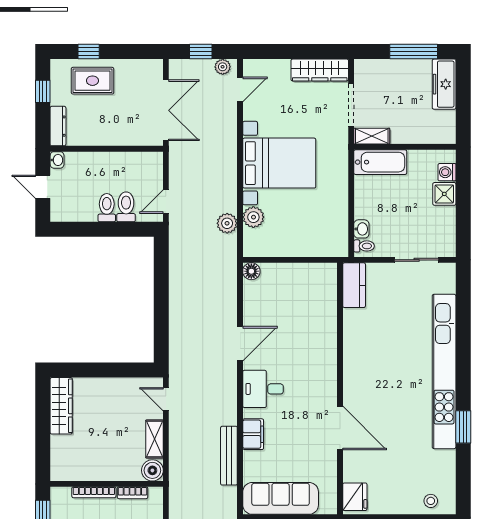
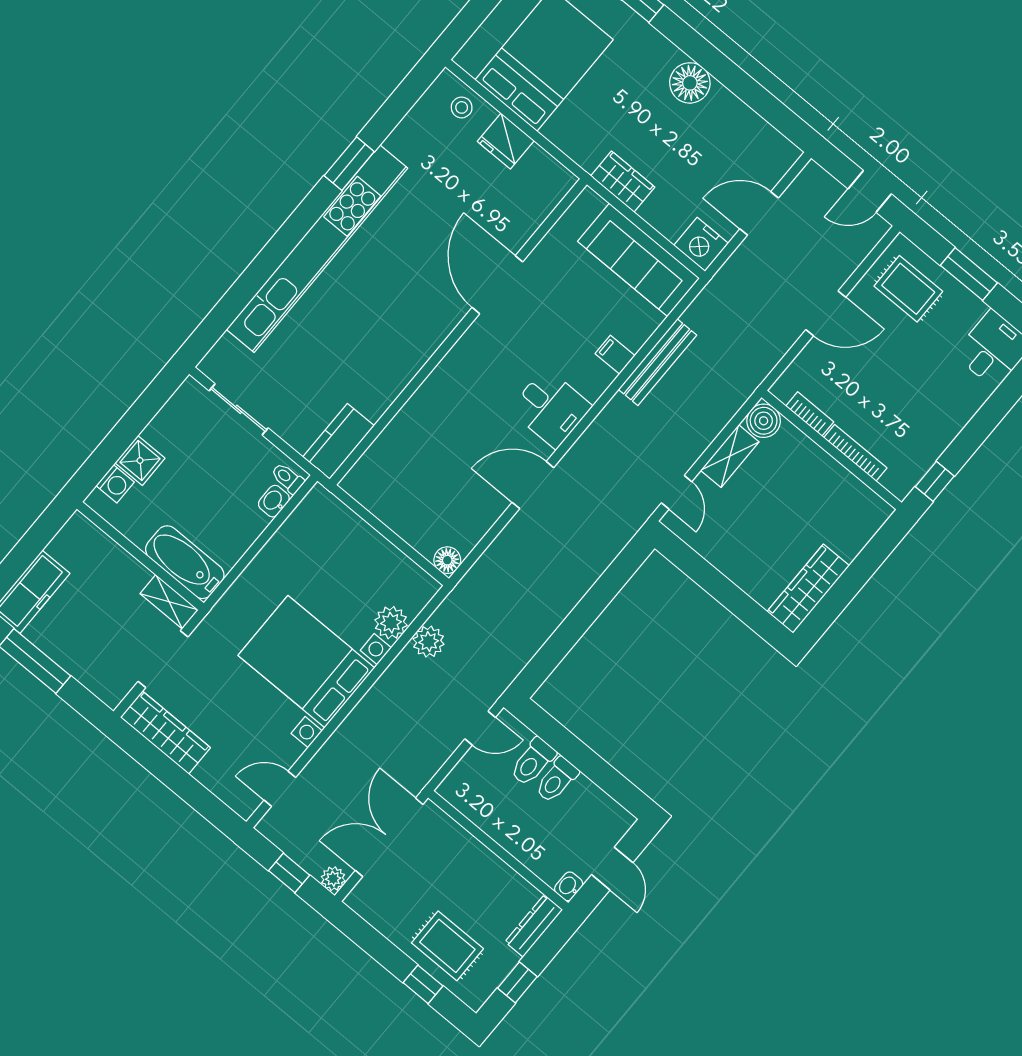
plant: (223, 67) -> (333, 879), moved
filing cabinet: (253, 434) -> (615, 355), width x0.50
fridge: (355, 497) -> (506, 141), moved, turned -90

